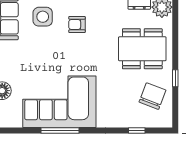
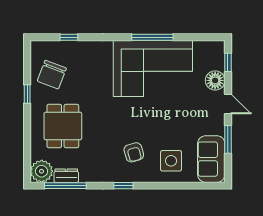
armchair: (77, 25) -> (134, 152), turned 74
dining table: (142, 49) -> (63, 126), width x0.73

